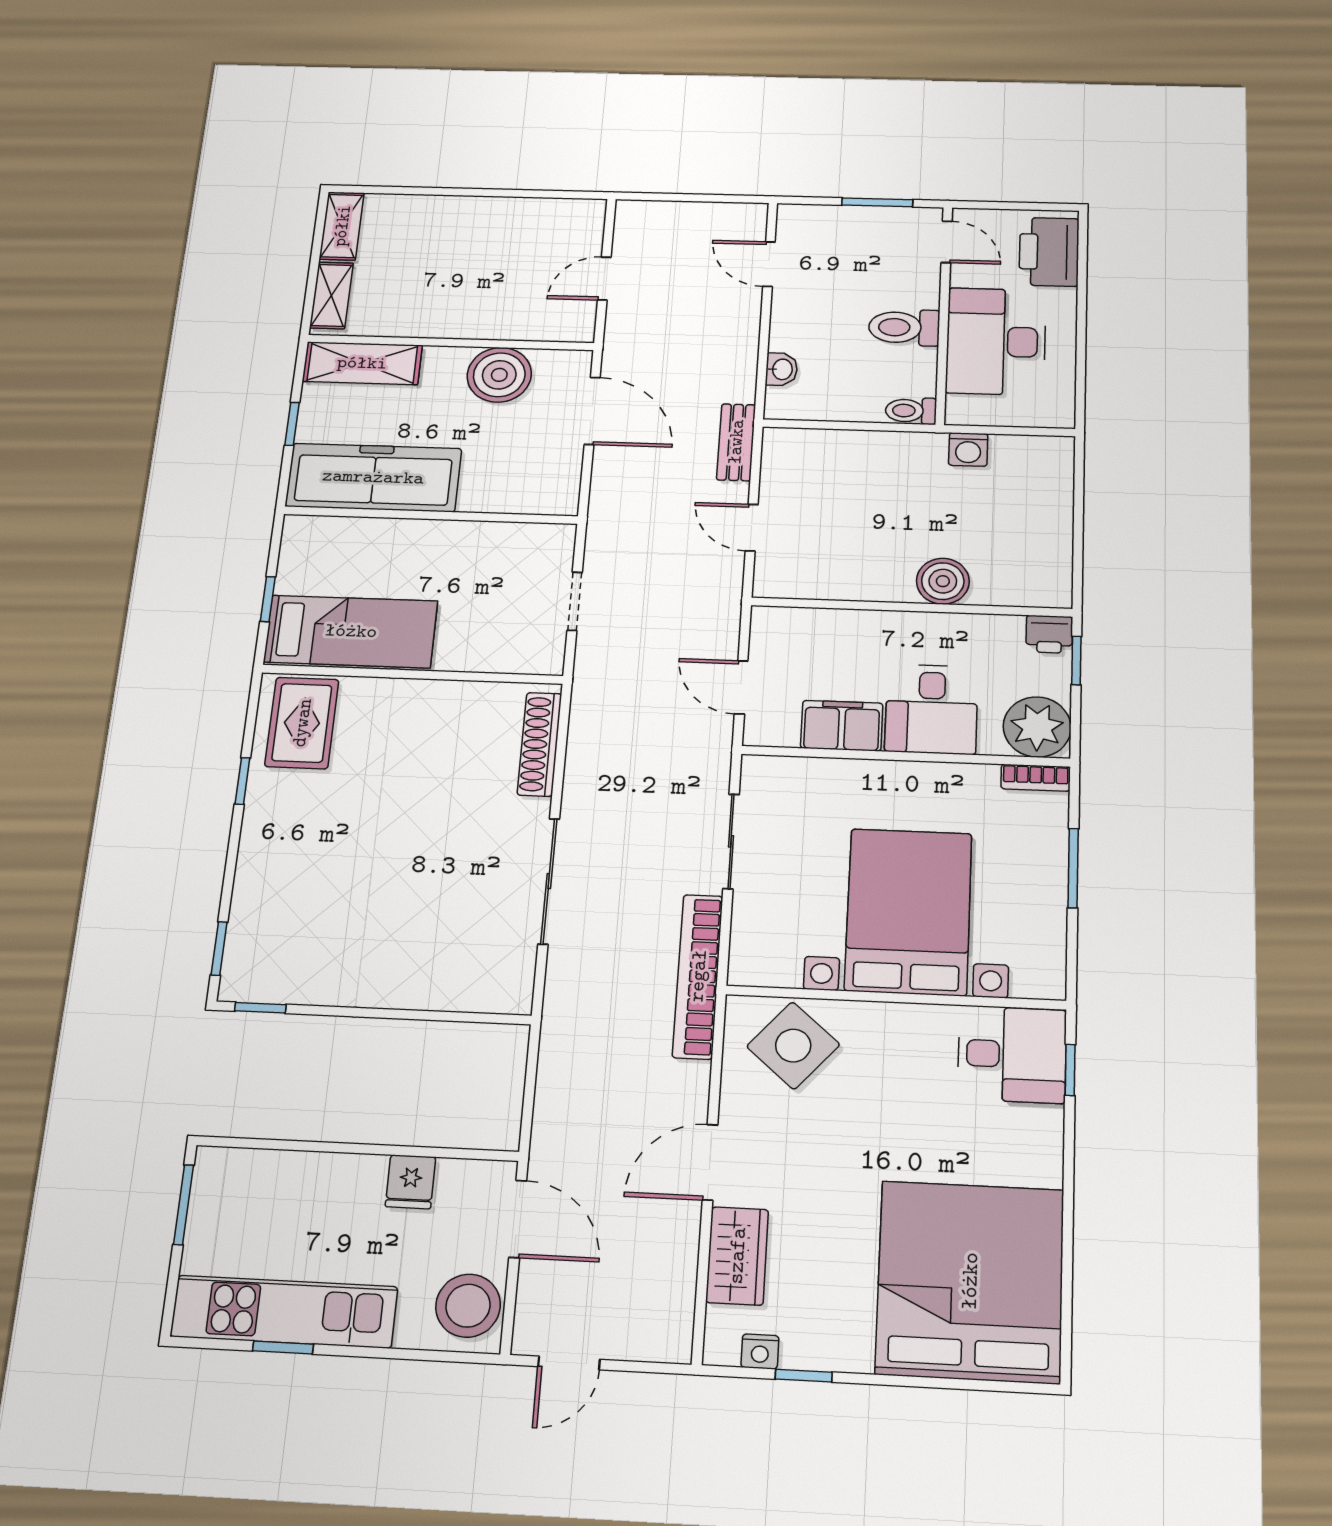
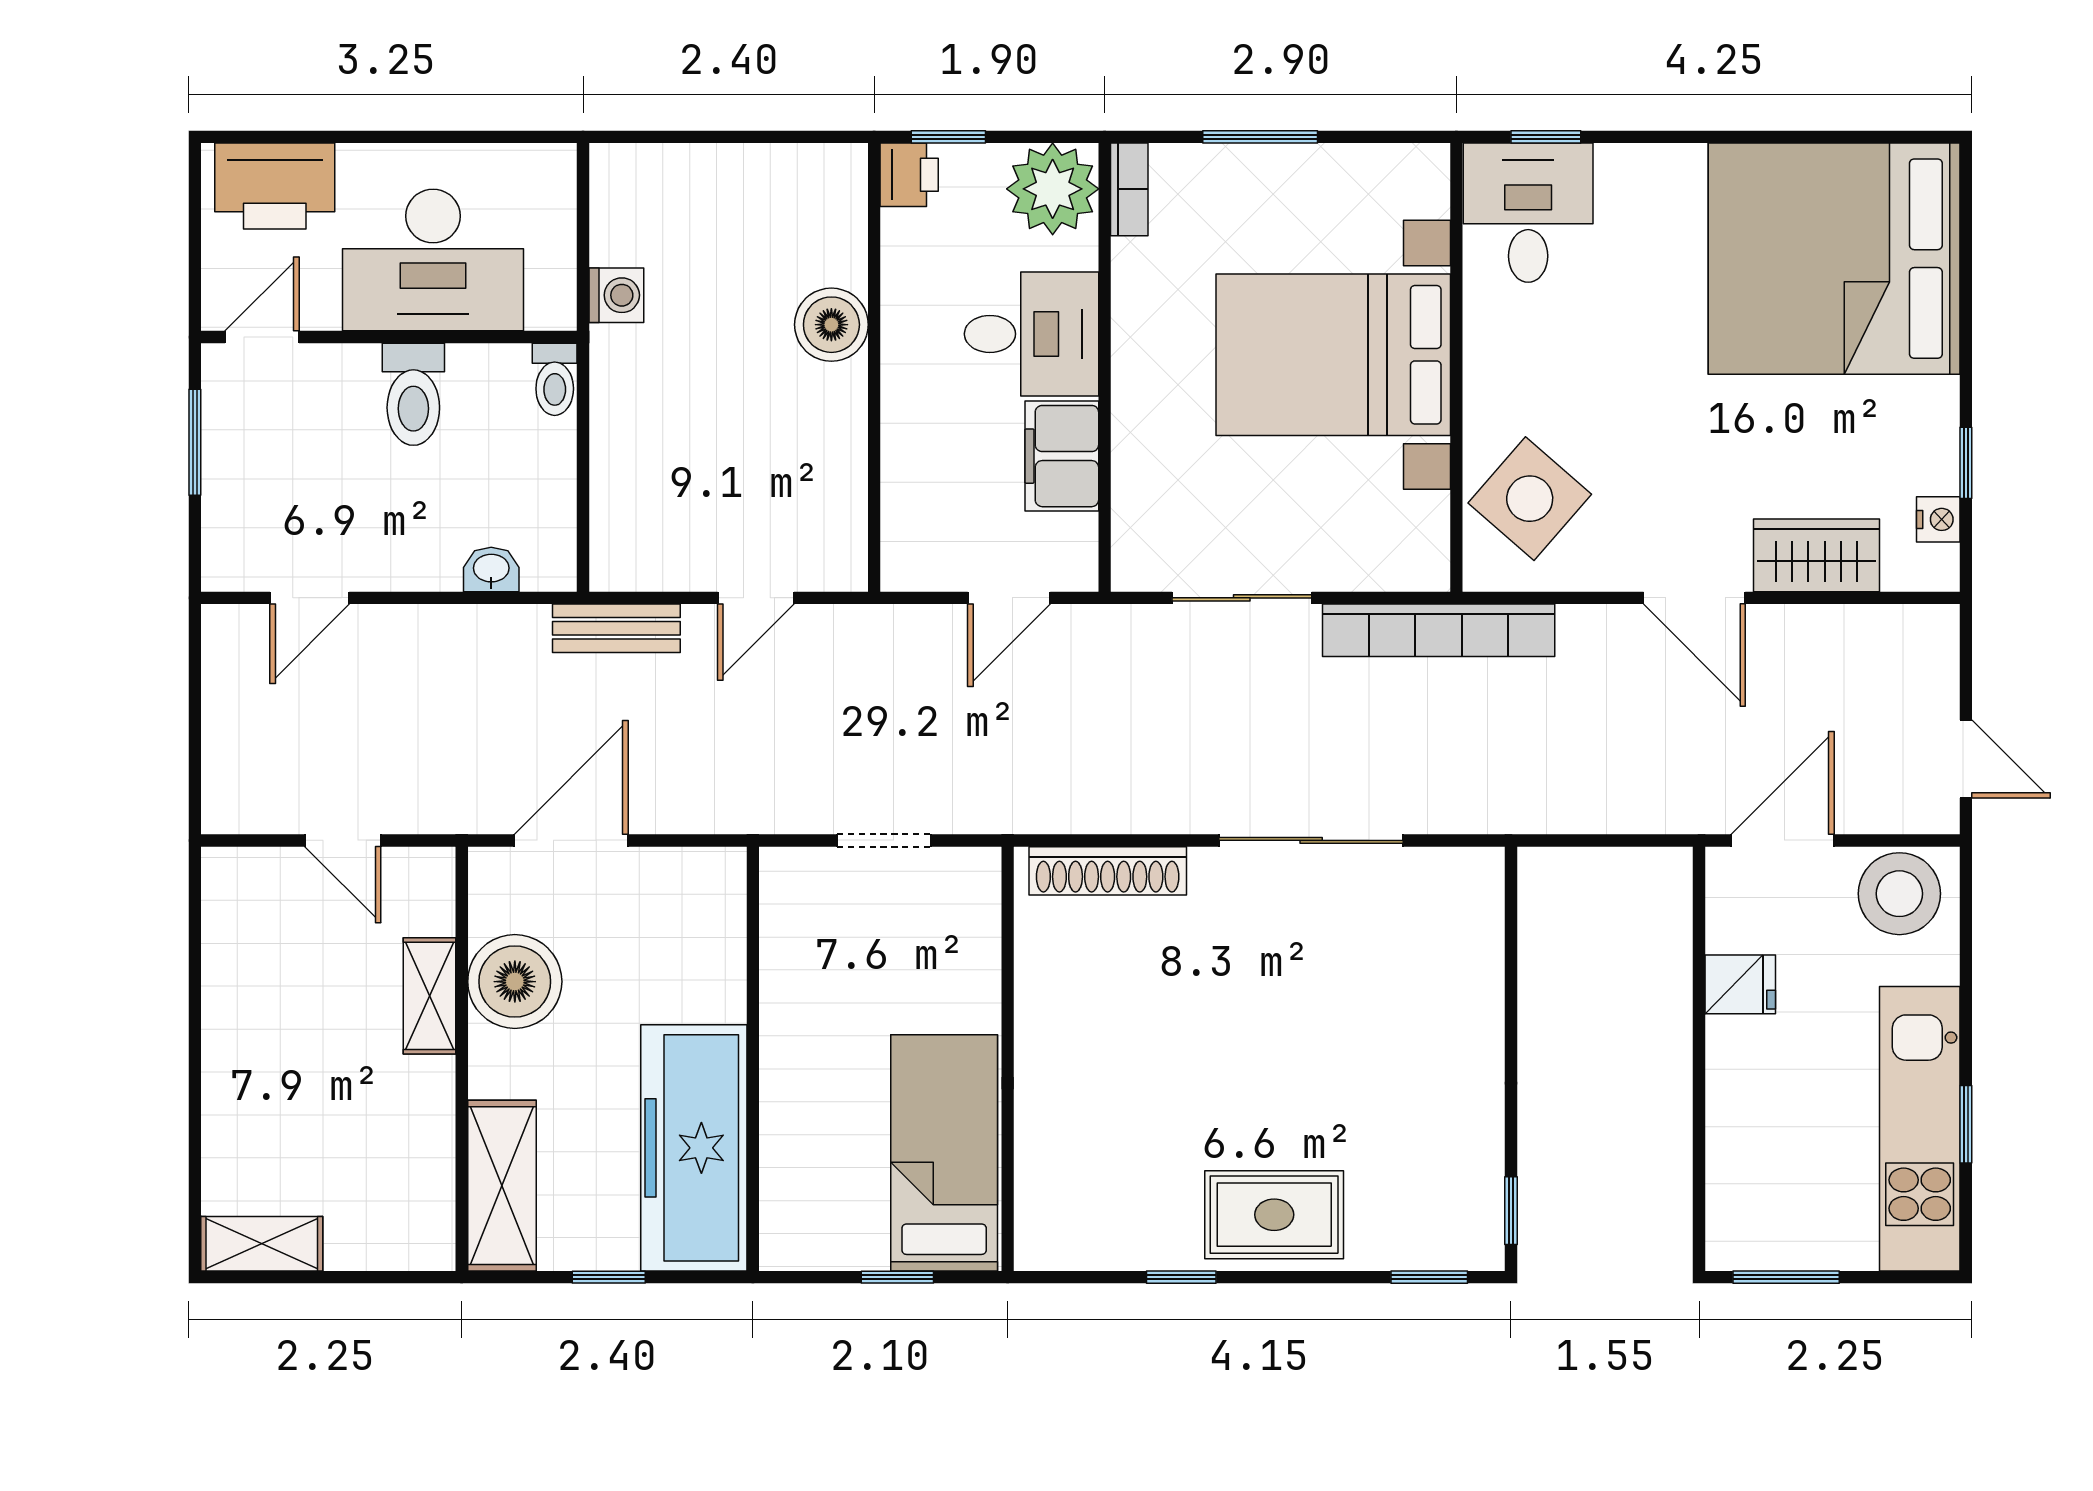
shelving: (331, 295) -> (429, 996), moved, turned 90
rug: (302, 723) -> (1274, 1215), moved

